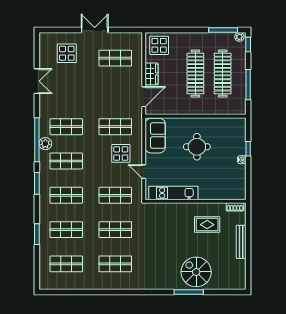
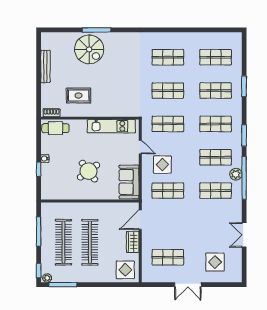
round table: (197, 147) -> (88, 171), turned -37
cafe table: (231, 191) -> (55, 128), added
bench: (241, 242) -> (45, 66), moved

